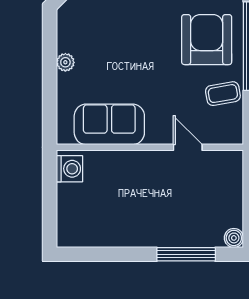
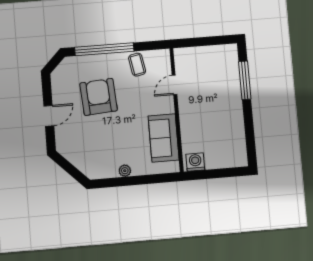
armchair: (207, 40) -> (99, 97), moved, turned 86
boiler: (234, 238) -> (231, 50), removed

